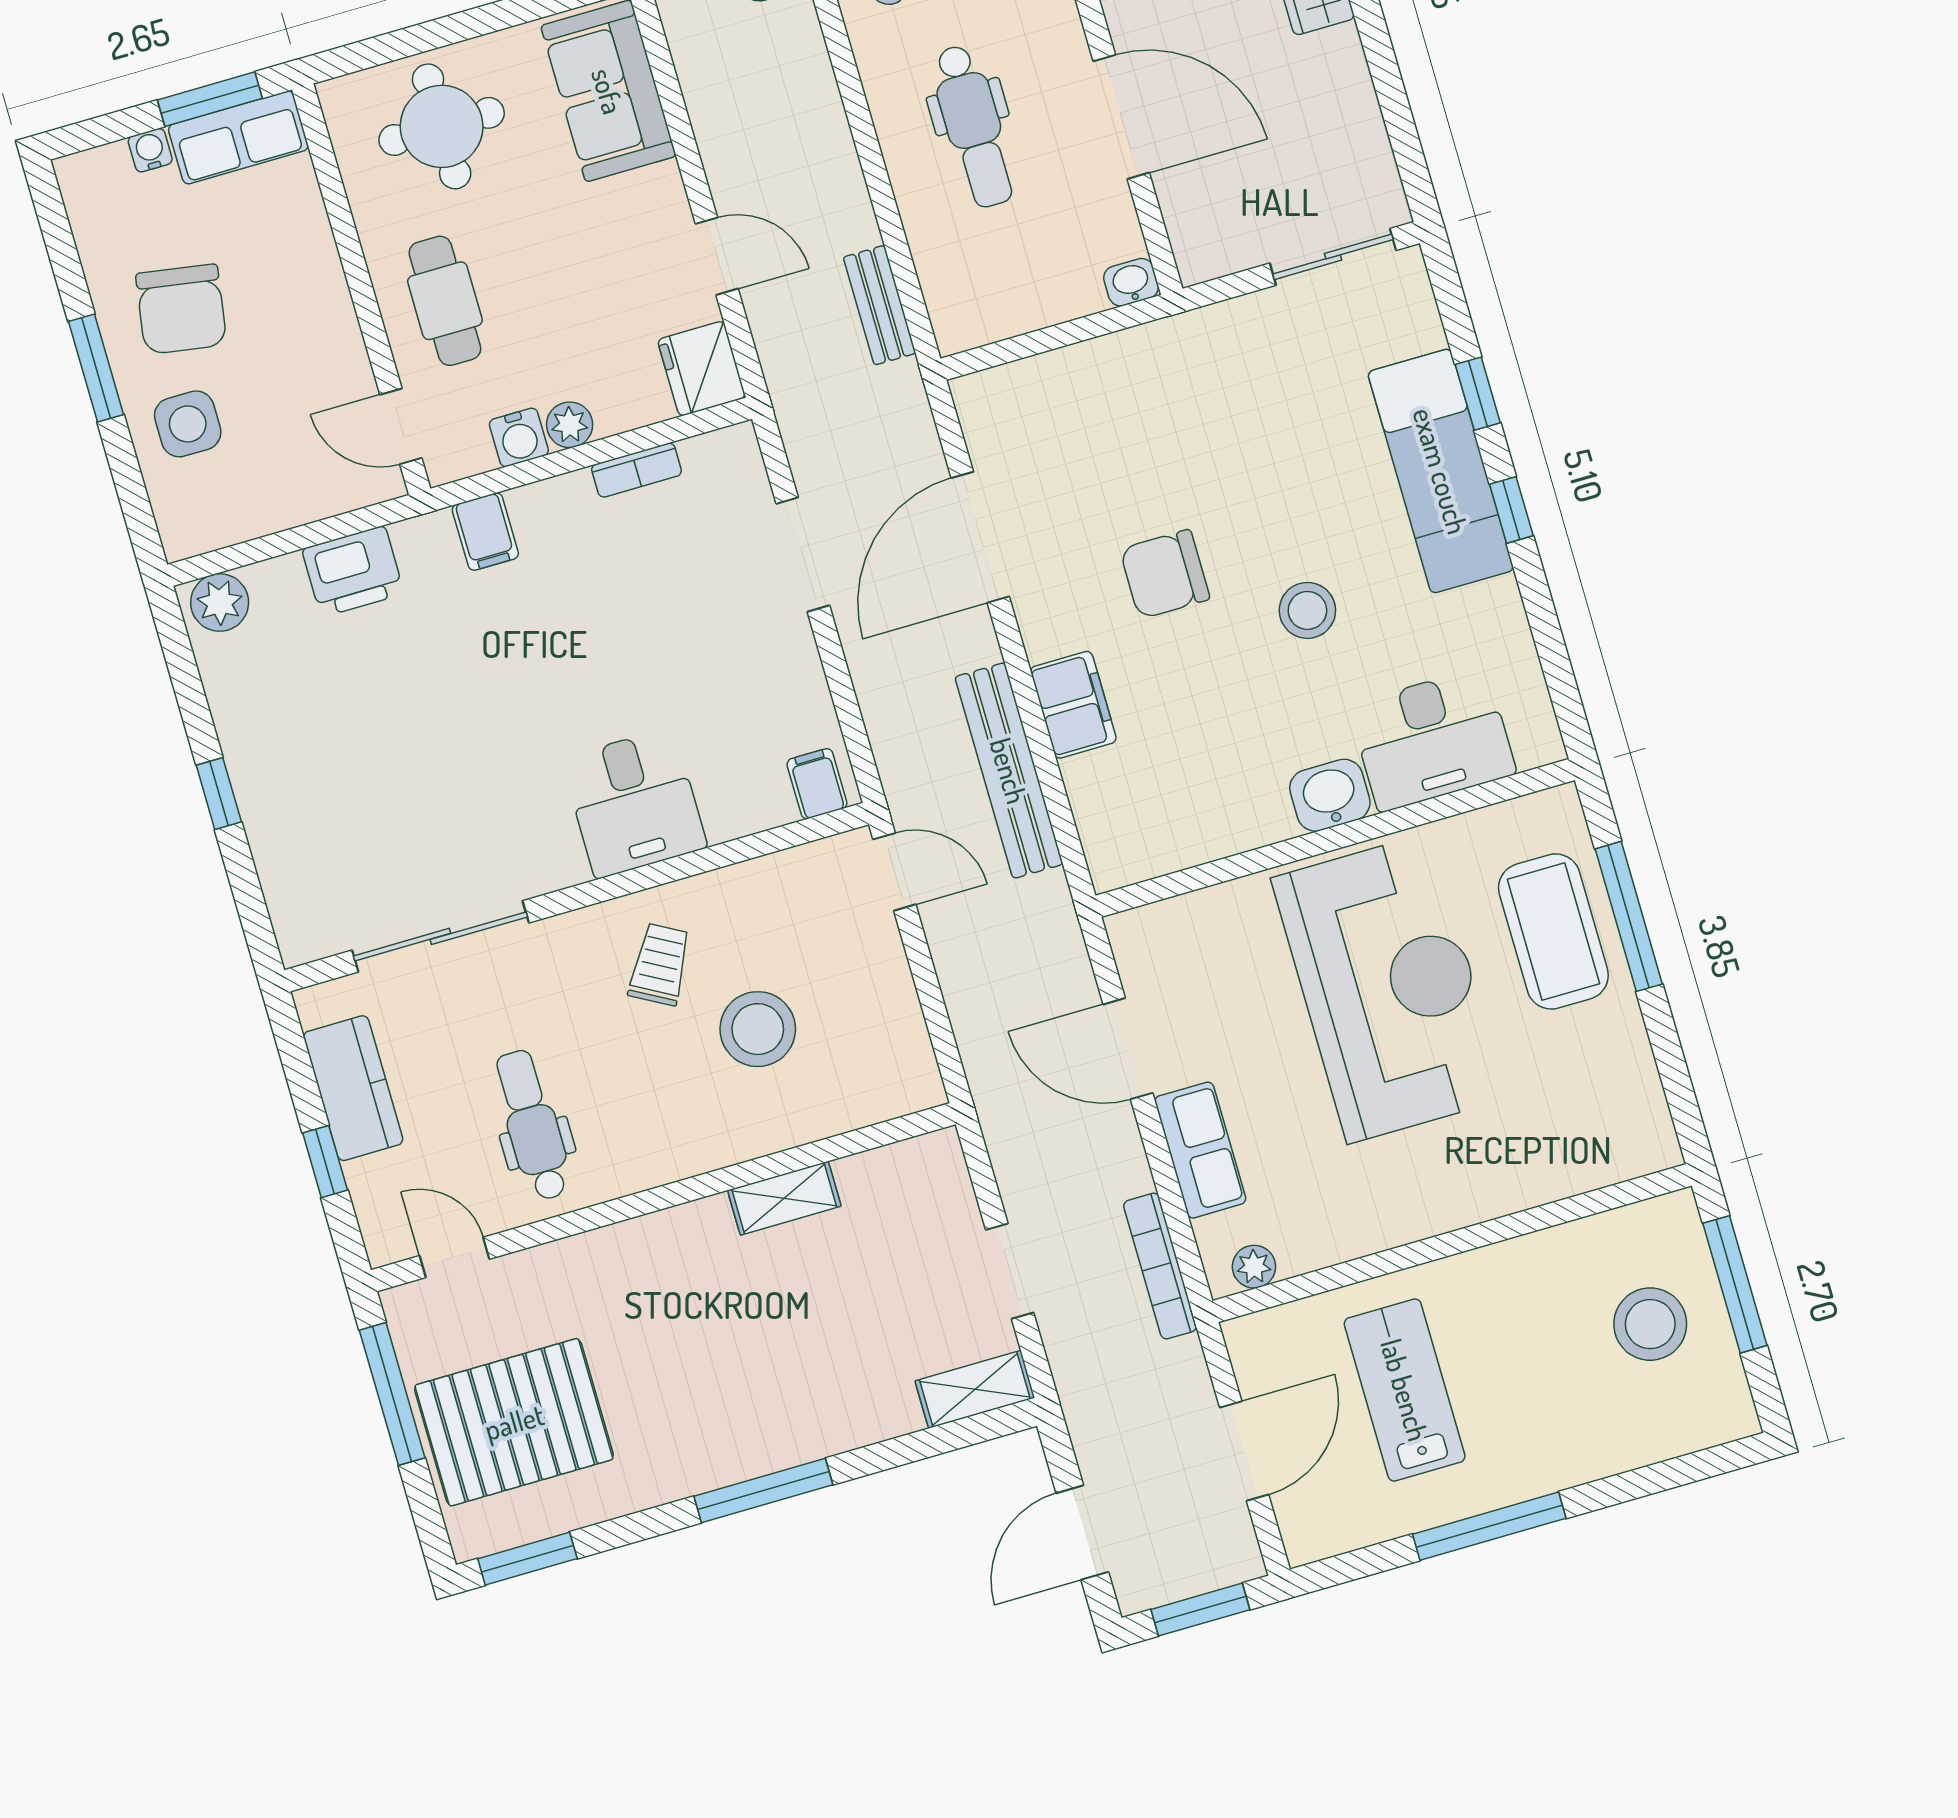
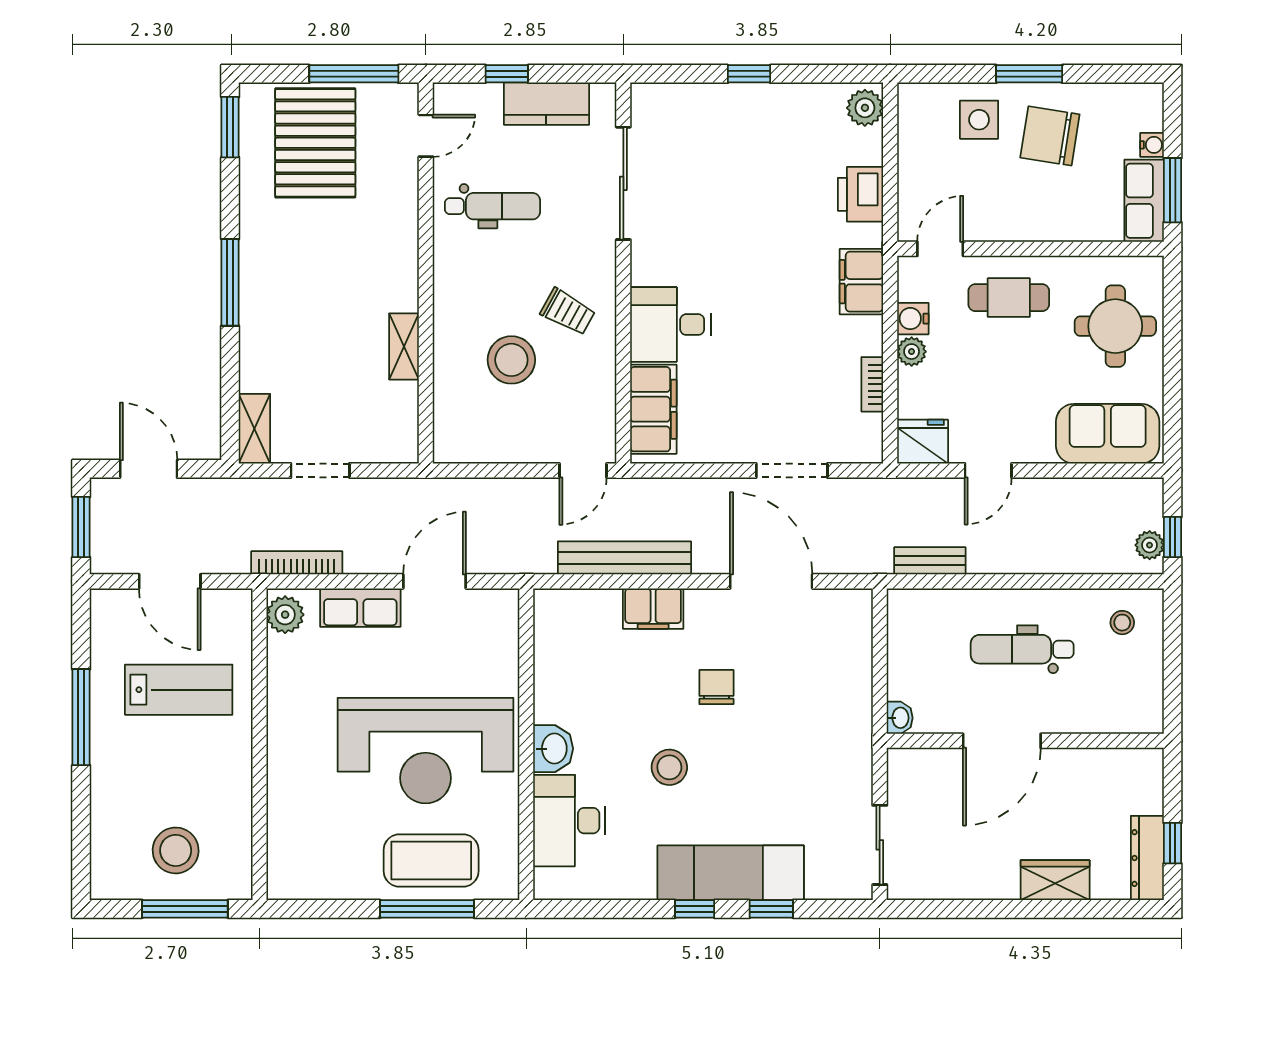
filing cabinet: (485, 532) -> (861, 282), width x2.00
chair: (1165, 574) -> (716, 687), width x0.73, depth x0.73
filing cabinet: (817, 784) -> (653, 409), width x3.00, depth x1.17
plant: (1254, 1267) -> (285, 615), width x1.38, depth x1.38

